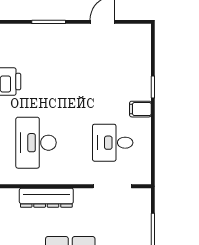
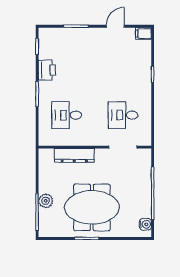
filing cabinet: (140, 109) -> (143, 33), moved
desk: (36, 143) -> (67, 115), width x0.73

